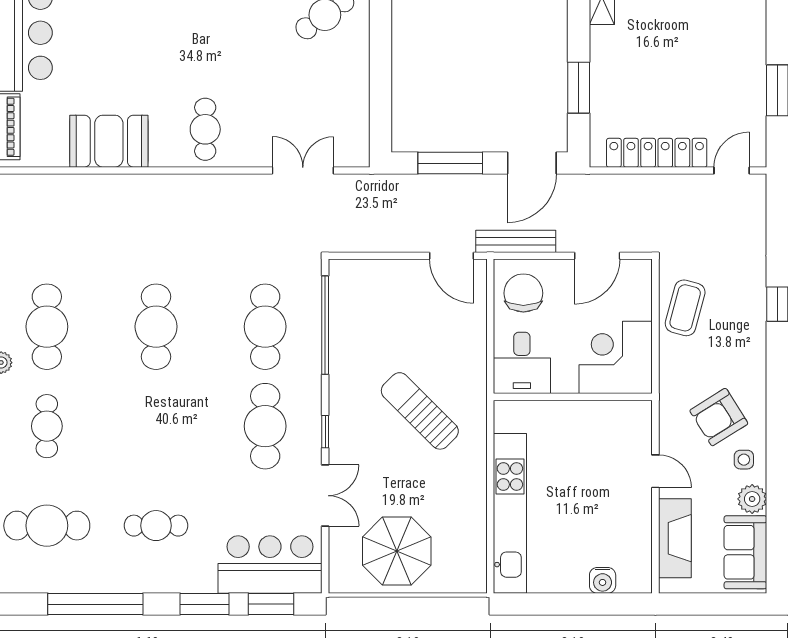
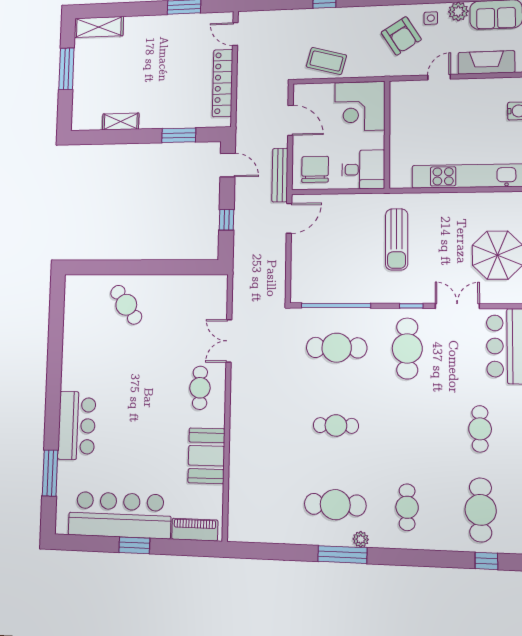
cafe table: (205, 129) -> (200, 388), turned 90
window: (450, 163) -> (226, 220), width x0.46
door: (532, 163) -> (228, 165), width x0.73
double door: (303, 170) -> (229, 341), moved
chair: (523, 293) -> (315, 169), turned 90
cafe table: (156, 327) -> (336, 425), width x0.73, depth x0.74
sun lounger: (420, 411) -> (397, 239), turned -45
cafe table: (47, 426) -> (407, 507), turned 90
cafe table: (265, 426) -> (407, 348), turned 90

